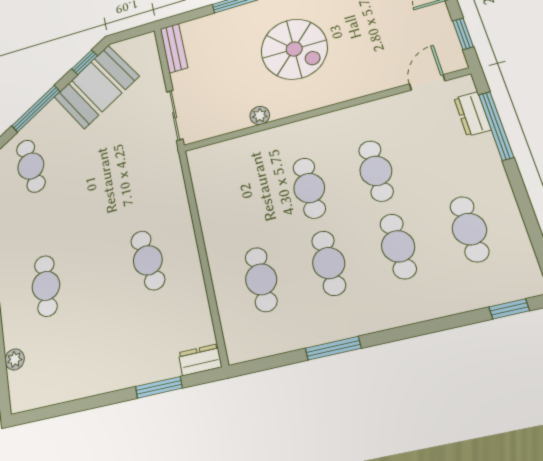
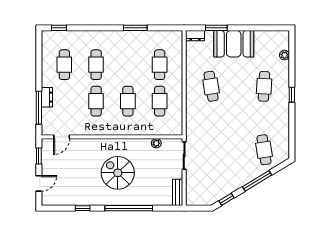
booth: (96, 87) -> (234, 44), moved, turned 31
dresser: (472, 114) -> (47, 97), moved
plant: (260, 115) -> (156, 143), moved
cafe table: (329, 263) -> (160, 101), moved

